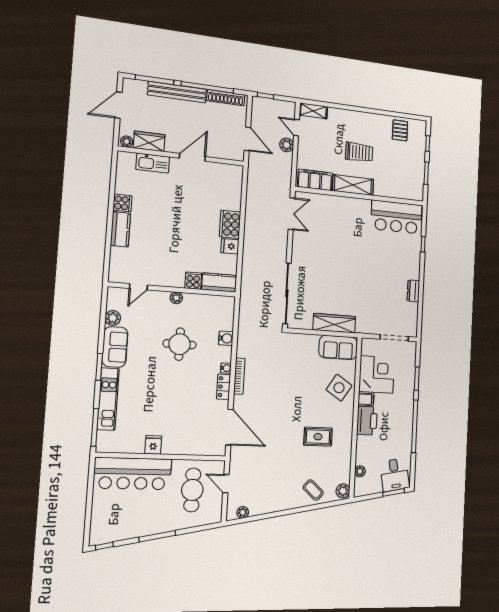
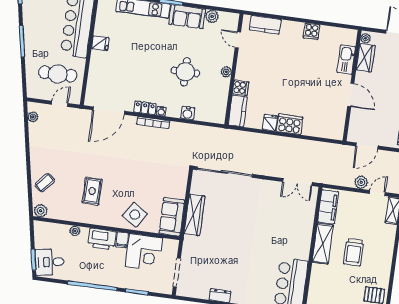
kitchen counter: (120, 229) -> (265, 25), moved
plant: (360, 471) -> (75, 231), moved

